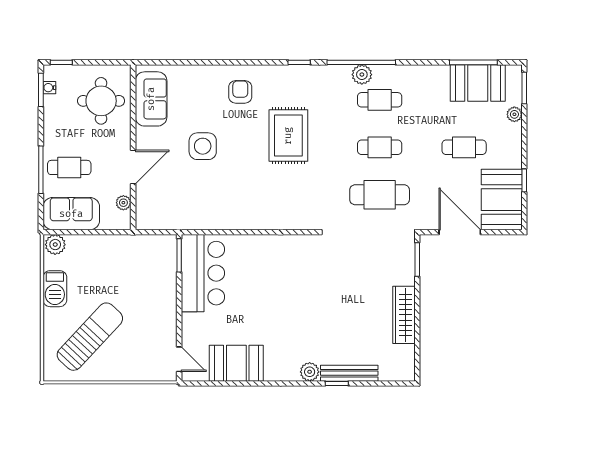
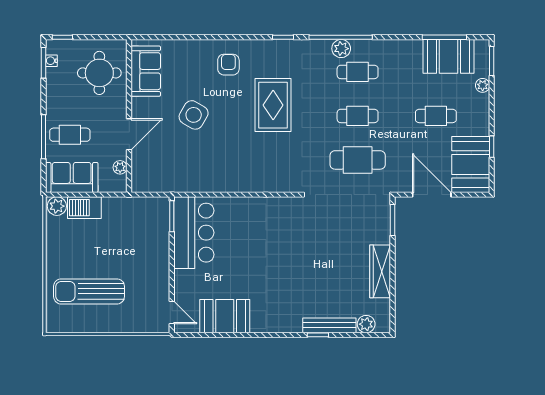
side table: (203, 146) -> (194, 115), turned 30
barbecue: (55, 289) -> (84, 208), moved, turned 90
sun lounger: (90, 337) -> (89, 291), turned -133
plant: (310, 372) -> (366, 324), moved

